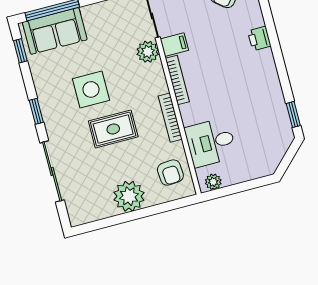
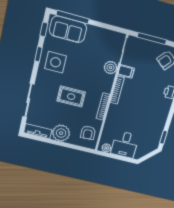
side table: (91, 89) -> (56, 62), moved
window: (36, 111) -> (38, 54), moved
desk: (211, 142) -> (125, 144), moved, turned -90
tv unit: (91, 213) -> (38, 131), added

